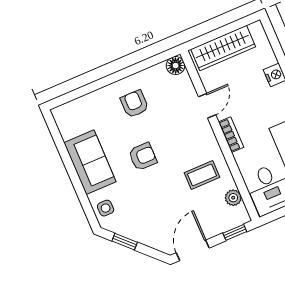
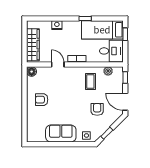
armchair: (143, 157) -> (97, 109), moved

